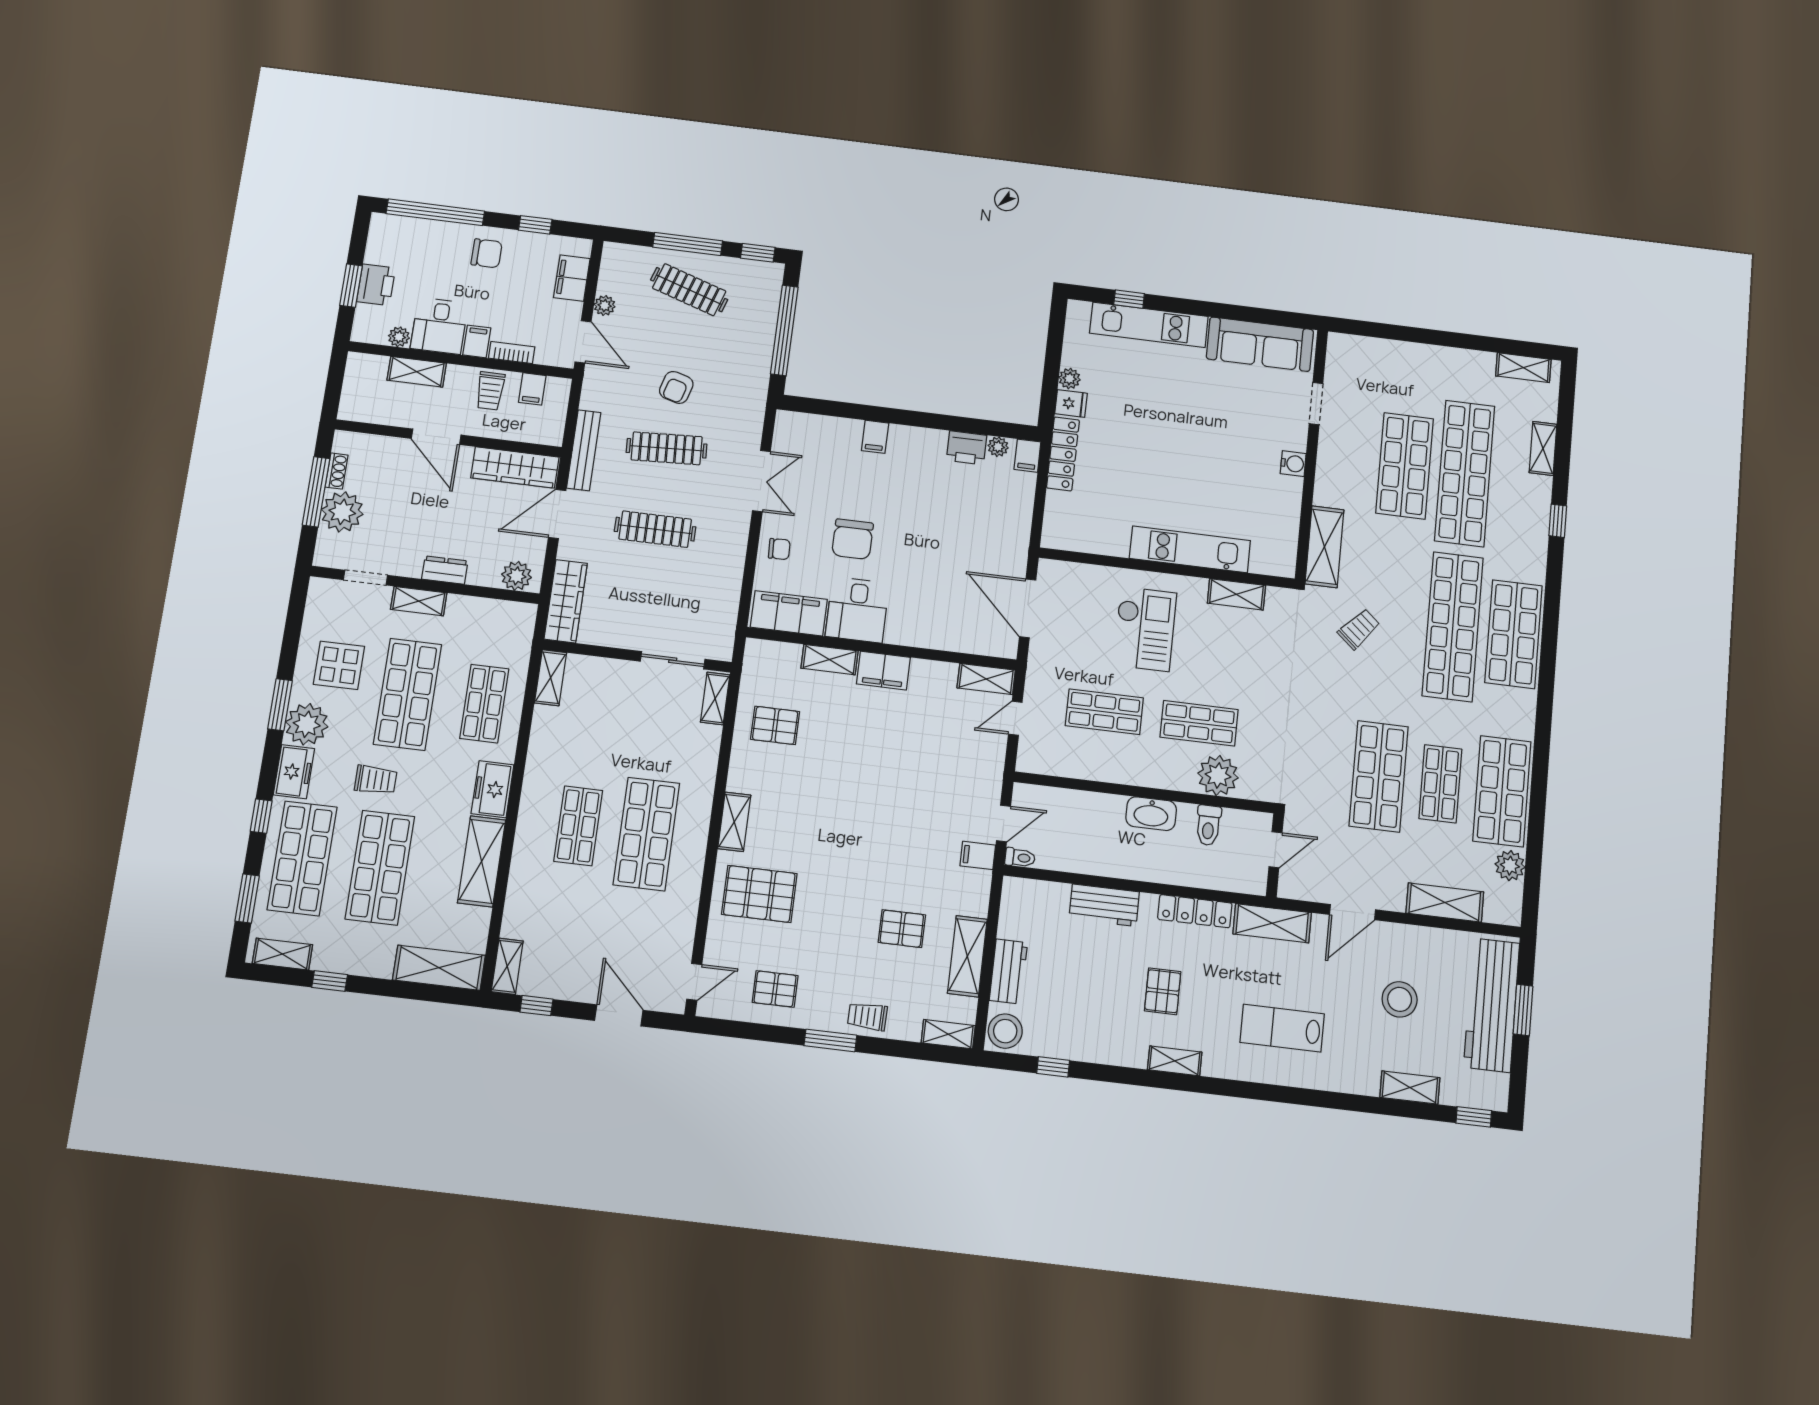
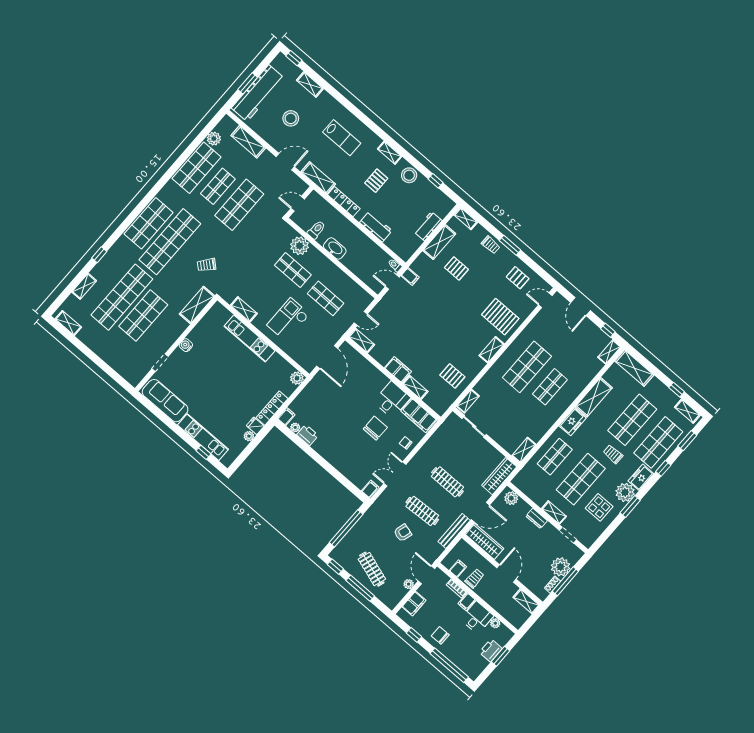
shelving: (417, 372) -> (526, 601), moved
filing cabinet: (875, 437) -> (370, 489), moved
plant: (1056, 535) -> (297, 378), added
stool: (1005, 1031) -> (409, 175), moved

